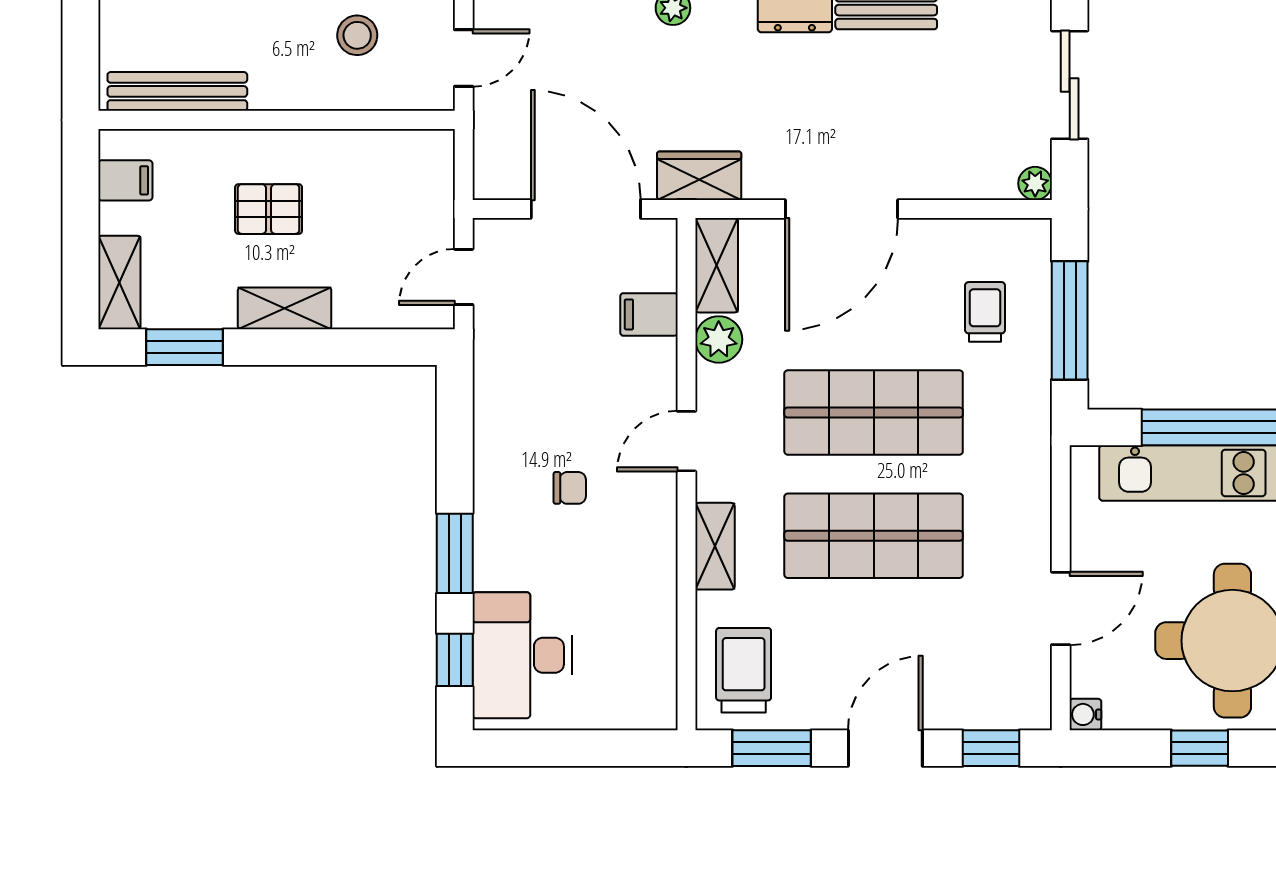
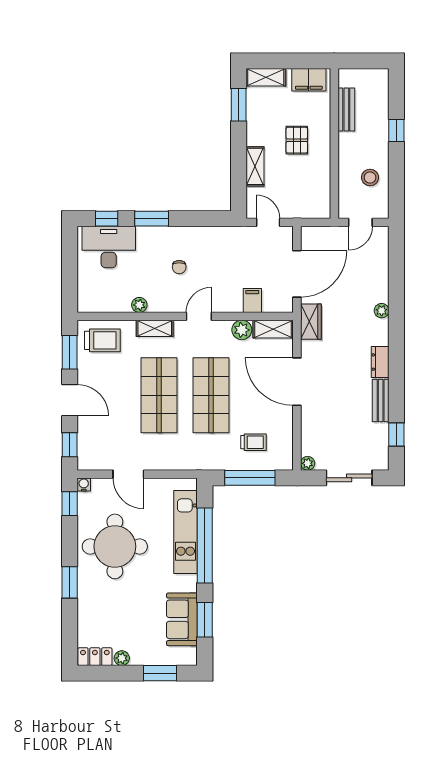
door: (464, 58) -> (360, 222), hinge flipped
bench: (177, 91) -> (346, 110), width x0.73
filing cabinet: (125, 180) -> (309, 80), width x2.00
shelving: (285, 308) -> (255, 166), moved
door: (686, 441) -> (199, 316), hinge flipped
plant: (659, 583) -> (139, 305), added
window: (1200, 748) -> (70, 504), moved

